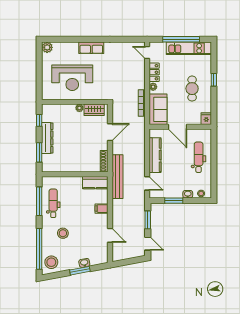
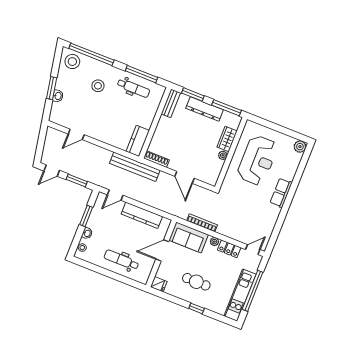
reception desk: (72, 78) -> (257, 160), turned 180
wardrobe: (94, 110) -> (227, 139), moved
window: (39, 120) -> (227, 108), width x2.17
dental chair: (199, 157) -> (121, 260), turned 180
bench: (54, 168) -> (171, 103), added
filing cabinet: (102, 209) -> (108, 137), removed

